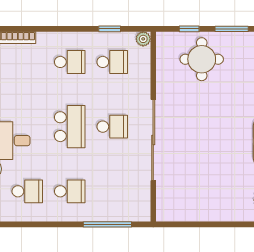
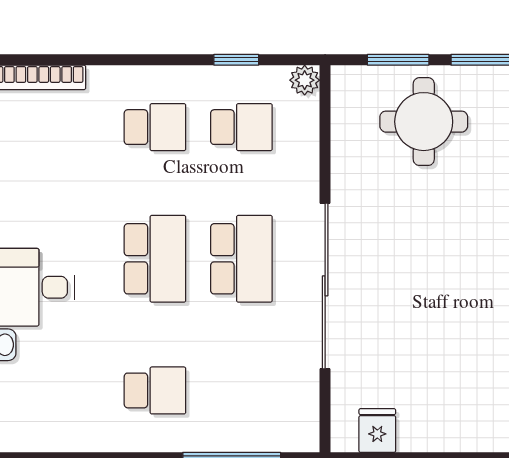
window: (189, 29) -> (398, 60), width x1.50
school desk: (112, 127) -> (241, 259), width x1.85
school desk: (27, 191) -> (69, 390), removed
fridge: (179, 211) -> (377, 430), added

